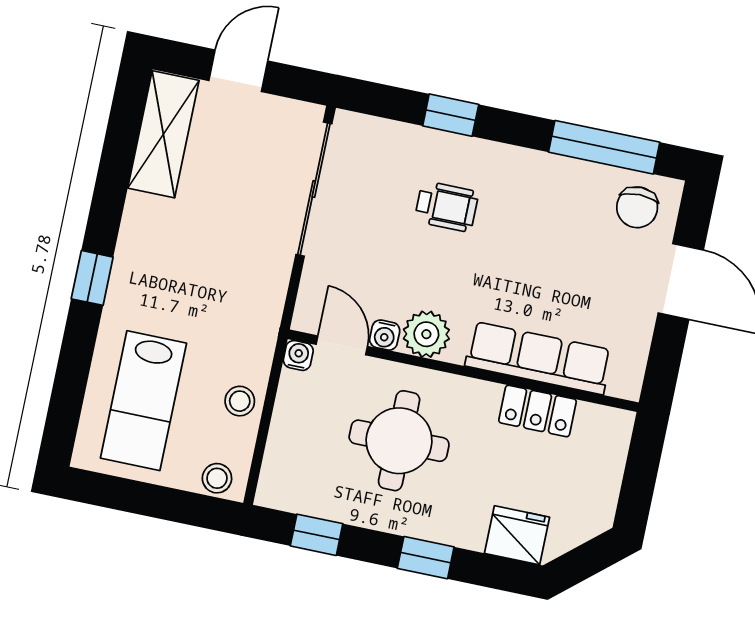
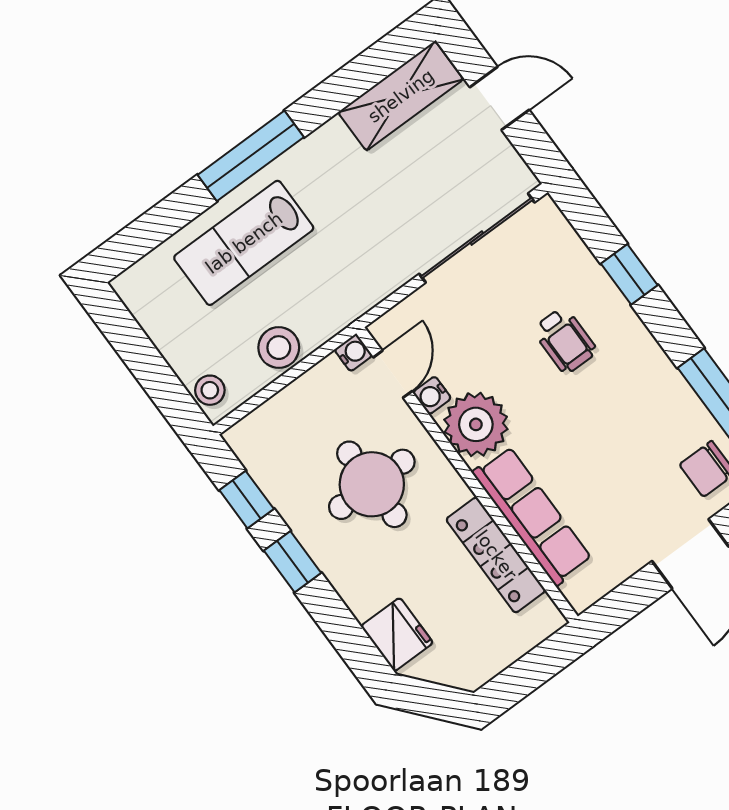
window: (92, 278) -> (251, 156), width x2.17
plant: (426, 334) -> (476, 424), width x1.36, depth x1.36
lab bench: (143, 401) -> (244, 243), moved
stool: (240, 401) -> (279, 348), width x1.37, depth x1.37
locker: (538, 411) -> (496, 555), width x1.53
window: (426, 558) -> (292, 562), moved

